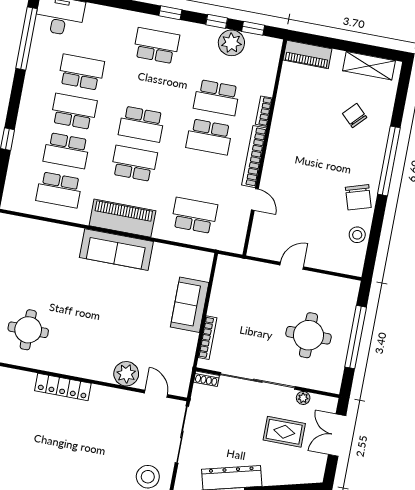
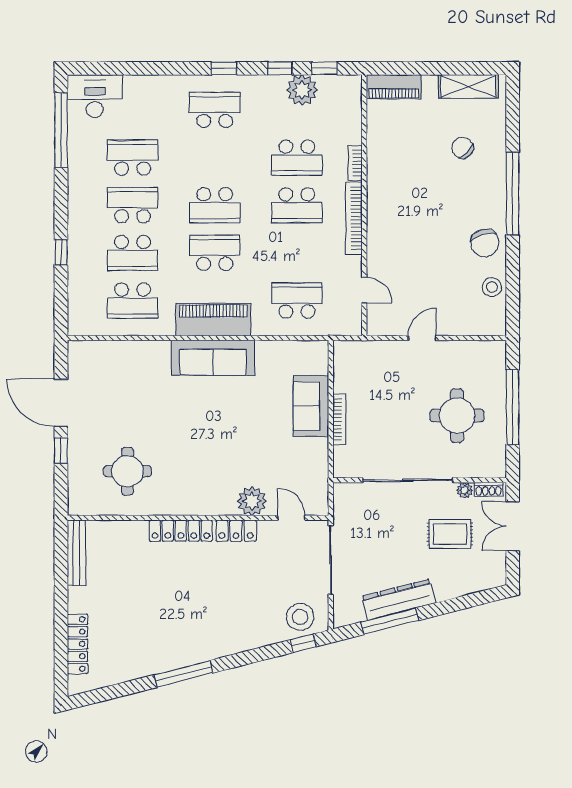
door: (255, 199) -> (364, 290), moved
bookcase: (208, 338) -> (339, 419), moved
shoe rack: (206, 379) -> (489, 489), moved
locker: (108, 396) -> (236, 531), added

